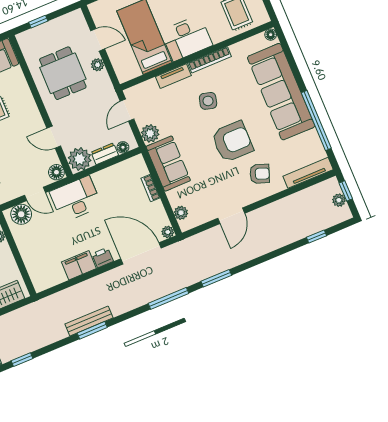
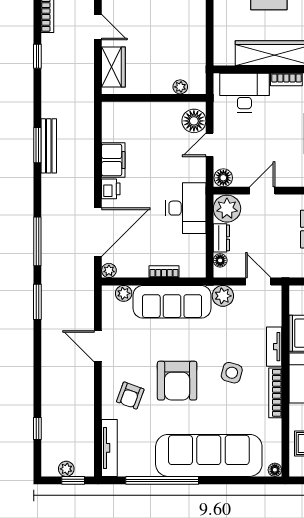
sofa: (168, 164) -> (172, 302), width x1.36
desk: (76, 199) -> (186, 208), moved

